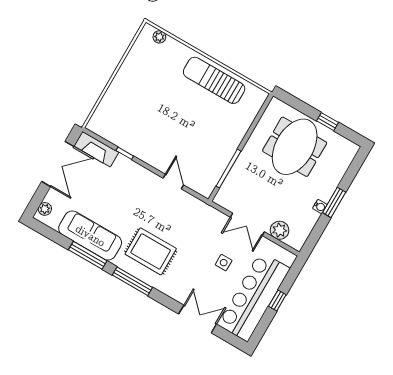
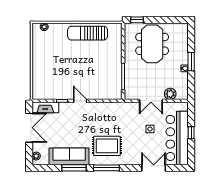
window: (328, 122) -> (137, 20), moved
door: (173, 182) -> (80, 101), moved

